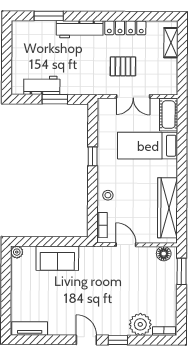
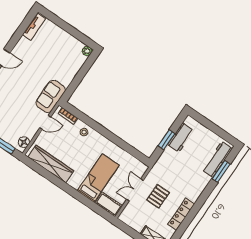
workbench: (80, 29) -> (217, 159), moved
window: (93, 156) -> (115, 139), removed
sofa: (57, 258) -> (51, 96), moved

